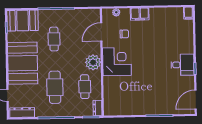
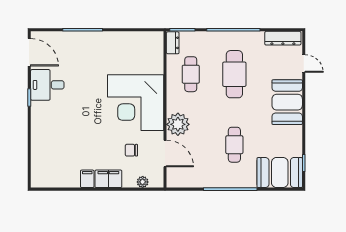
filing cabinet: (188, 13) -> (87, 179), moved
door: (101, 32) -> (165, 154), hinge flipped
plant: (93, 62) -> (178, 124), moved
corner desk: (117, 62) -> (136, 103), width x1.36, depth x1.36
booth: (23, 63) -> (287, 102), width x0.73, depth x0.70
desk: (182, 65) -> (47, 85), moved
door: (196, 100) -> (29, 52), hinge flipped

